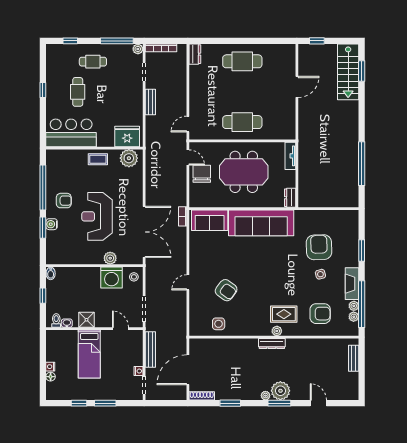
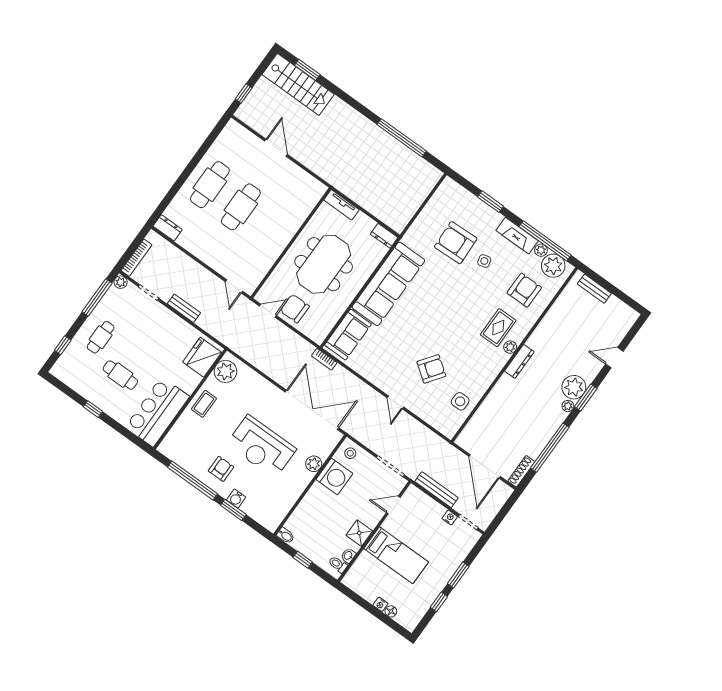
cafe table: (242, 122) -> (241, 207), moved
plant: (354, 317) -> (553, 266), width x1.87, depth x1.87
window: (230, 403) -> (550, 448), width x2.11

